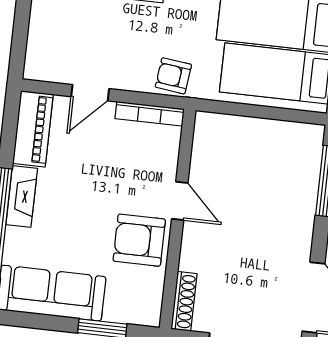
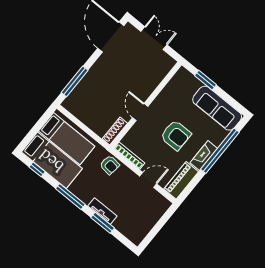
armchair: (139, 240) -> (176, 135), moved
shoe rack: (184, 301) -> (115, 131), moved

